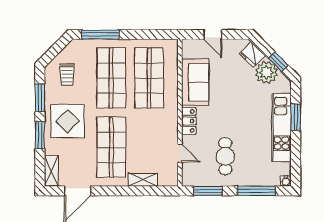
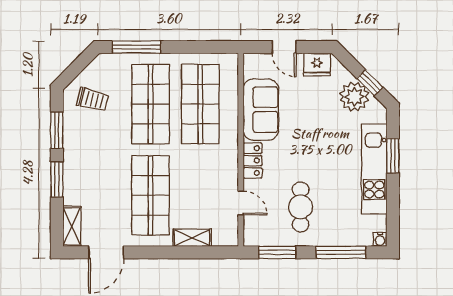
fridge: (252, 55) -> (317, 64), moved, turned -45
trolley: (67, 75) -> (92, 100), turned -76
display table: (68, 121) -> (93, 161), removed

